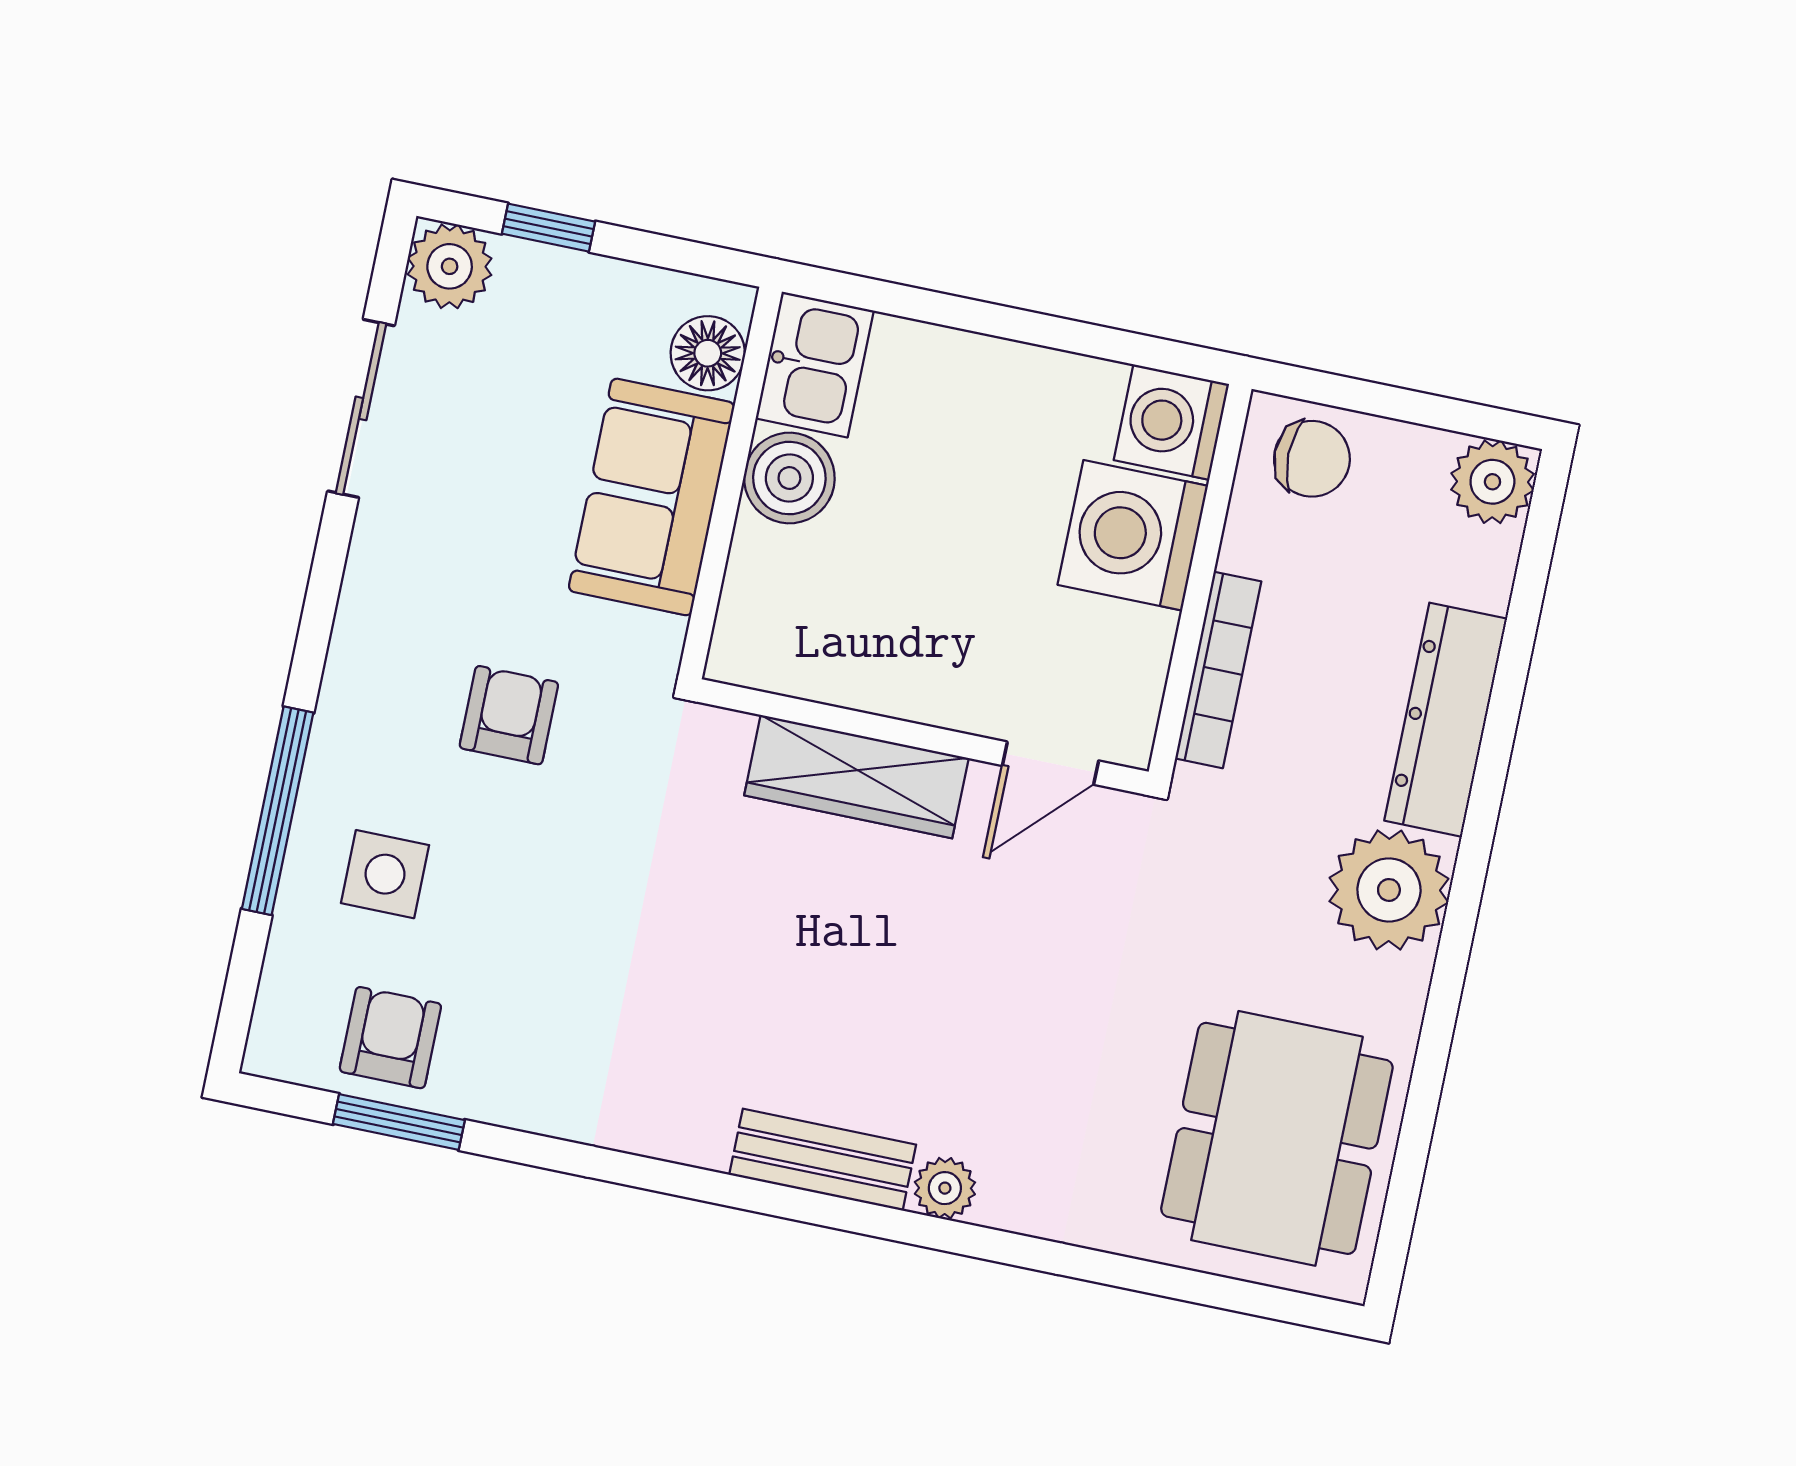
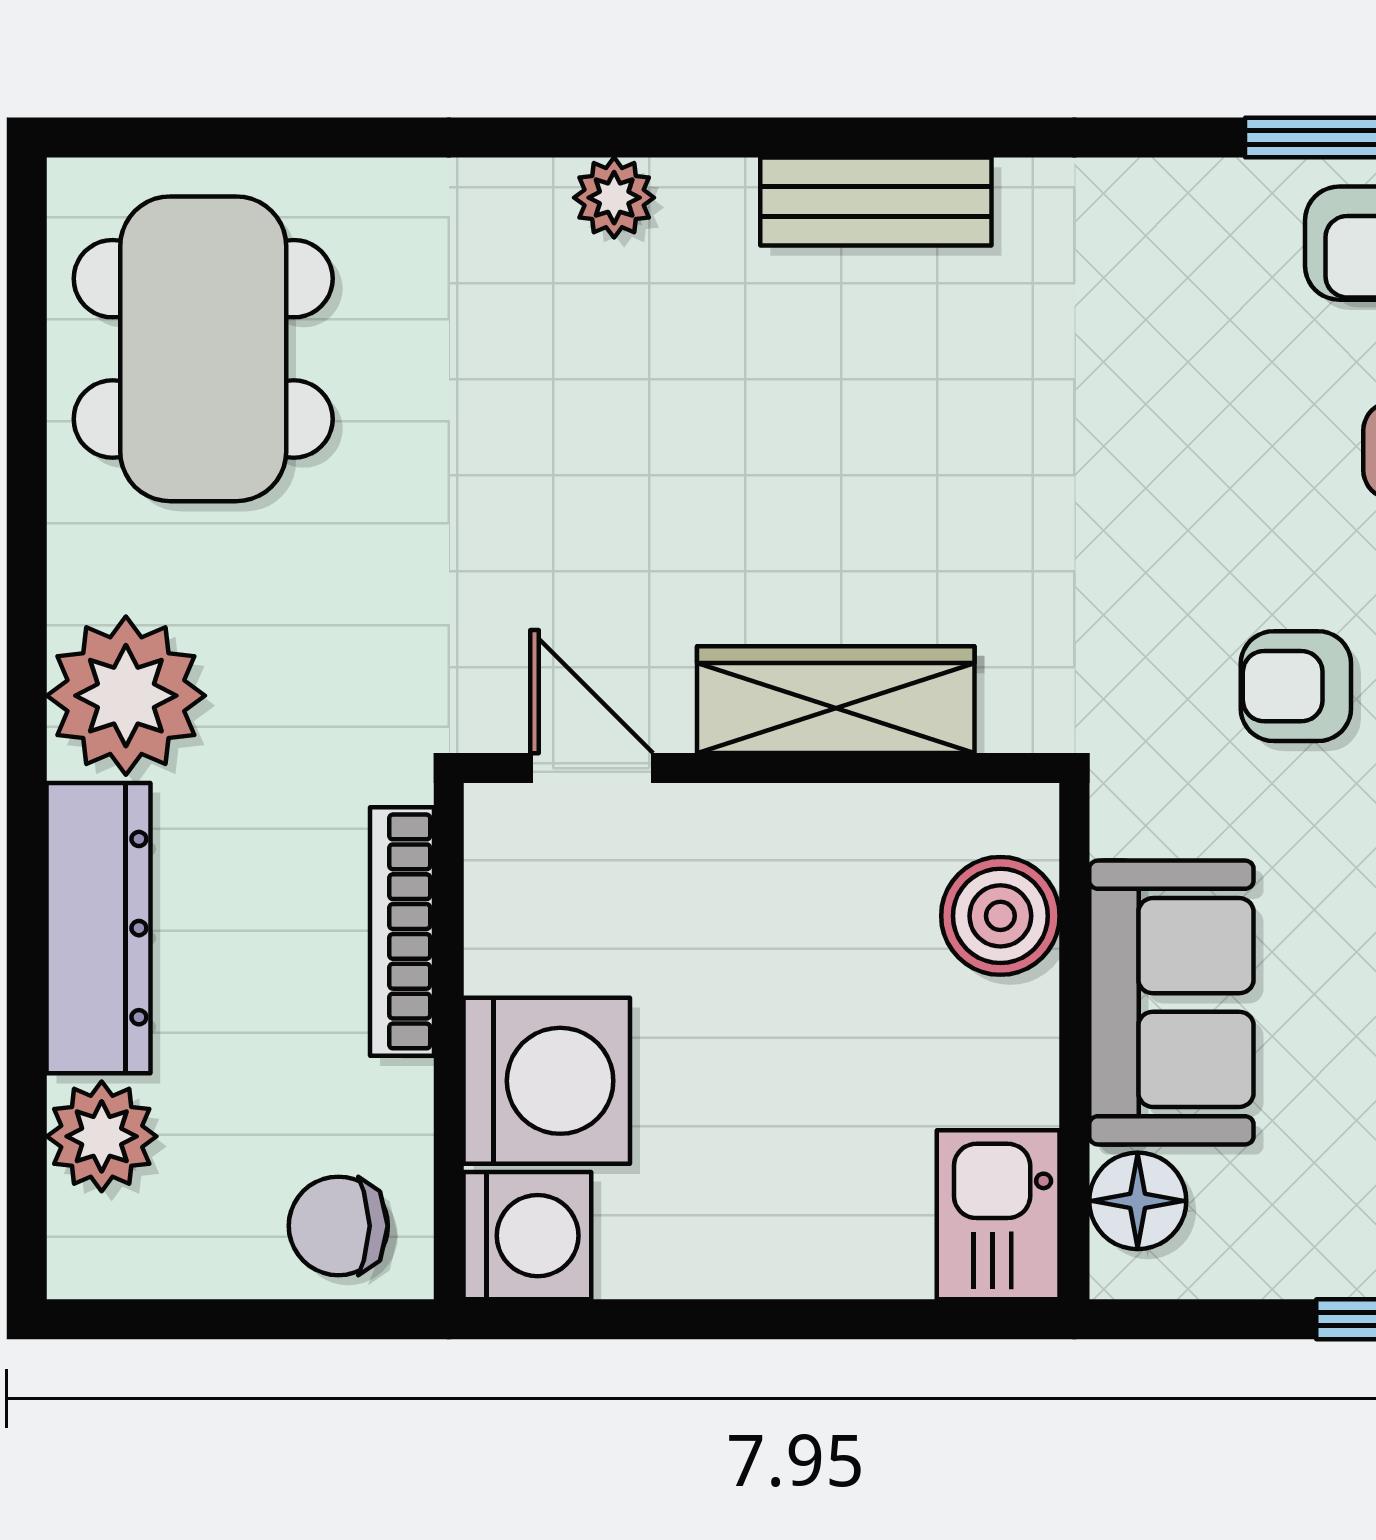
boiler: (789, 478) -> (1000, 916), moved
plant: (1492, 482) -> (102, 1136), moved
armchair: (509, 715) -> (1296, 686), turned 90
door: (1050, 763) -> (592, 768), hinge flipped
bench: (823, 1160) -> (876, 201), moved

